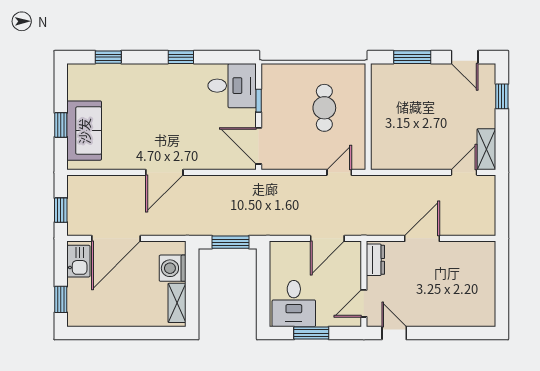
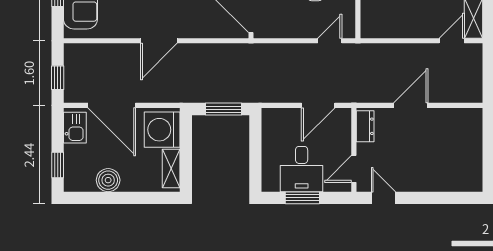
door: (116, 238) -> (112, 105), hinge flipped
washing machine: (173, 268) -> (162, 130), width x1.37, depth x1.37
desk: (294, 304) -> (302, 169), moved
boiler: (112, 315) -> (108, 180), added

